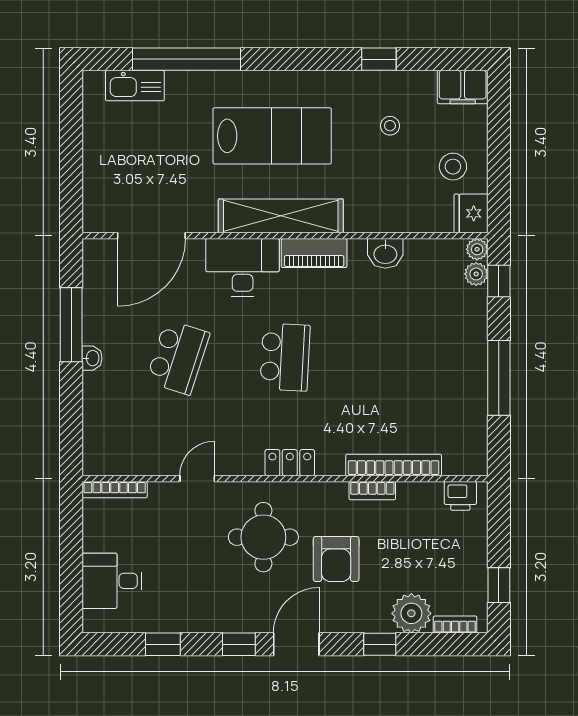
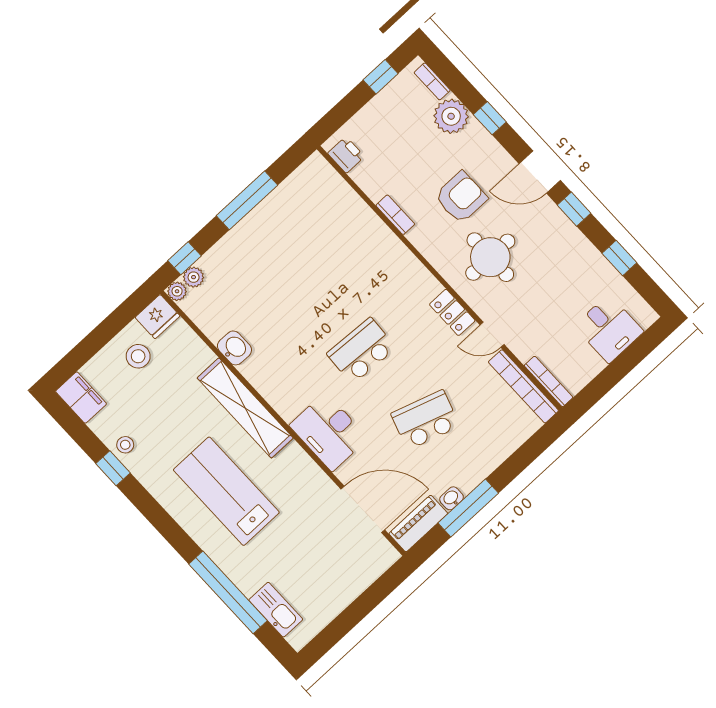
stool: (390, 126) -> (125, 445), moved
shelving: (281, 216) -> (245, 408), moved
piano: (314, 253) -> (418, 523), moved, turned -90
washbasin: (92, 358) -> (452, 498), moved
locker: (290, 463) -> (452, 312), moved
bookcase: (394, 465) -> (523, 386), moved

